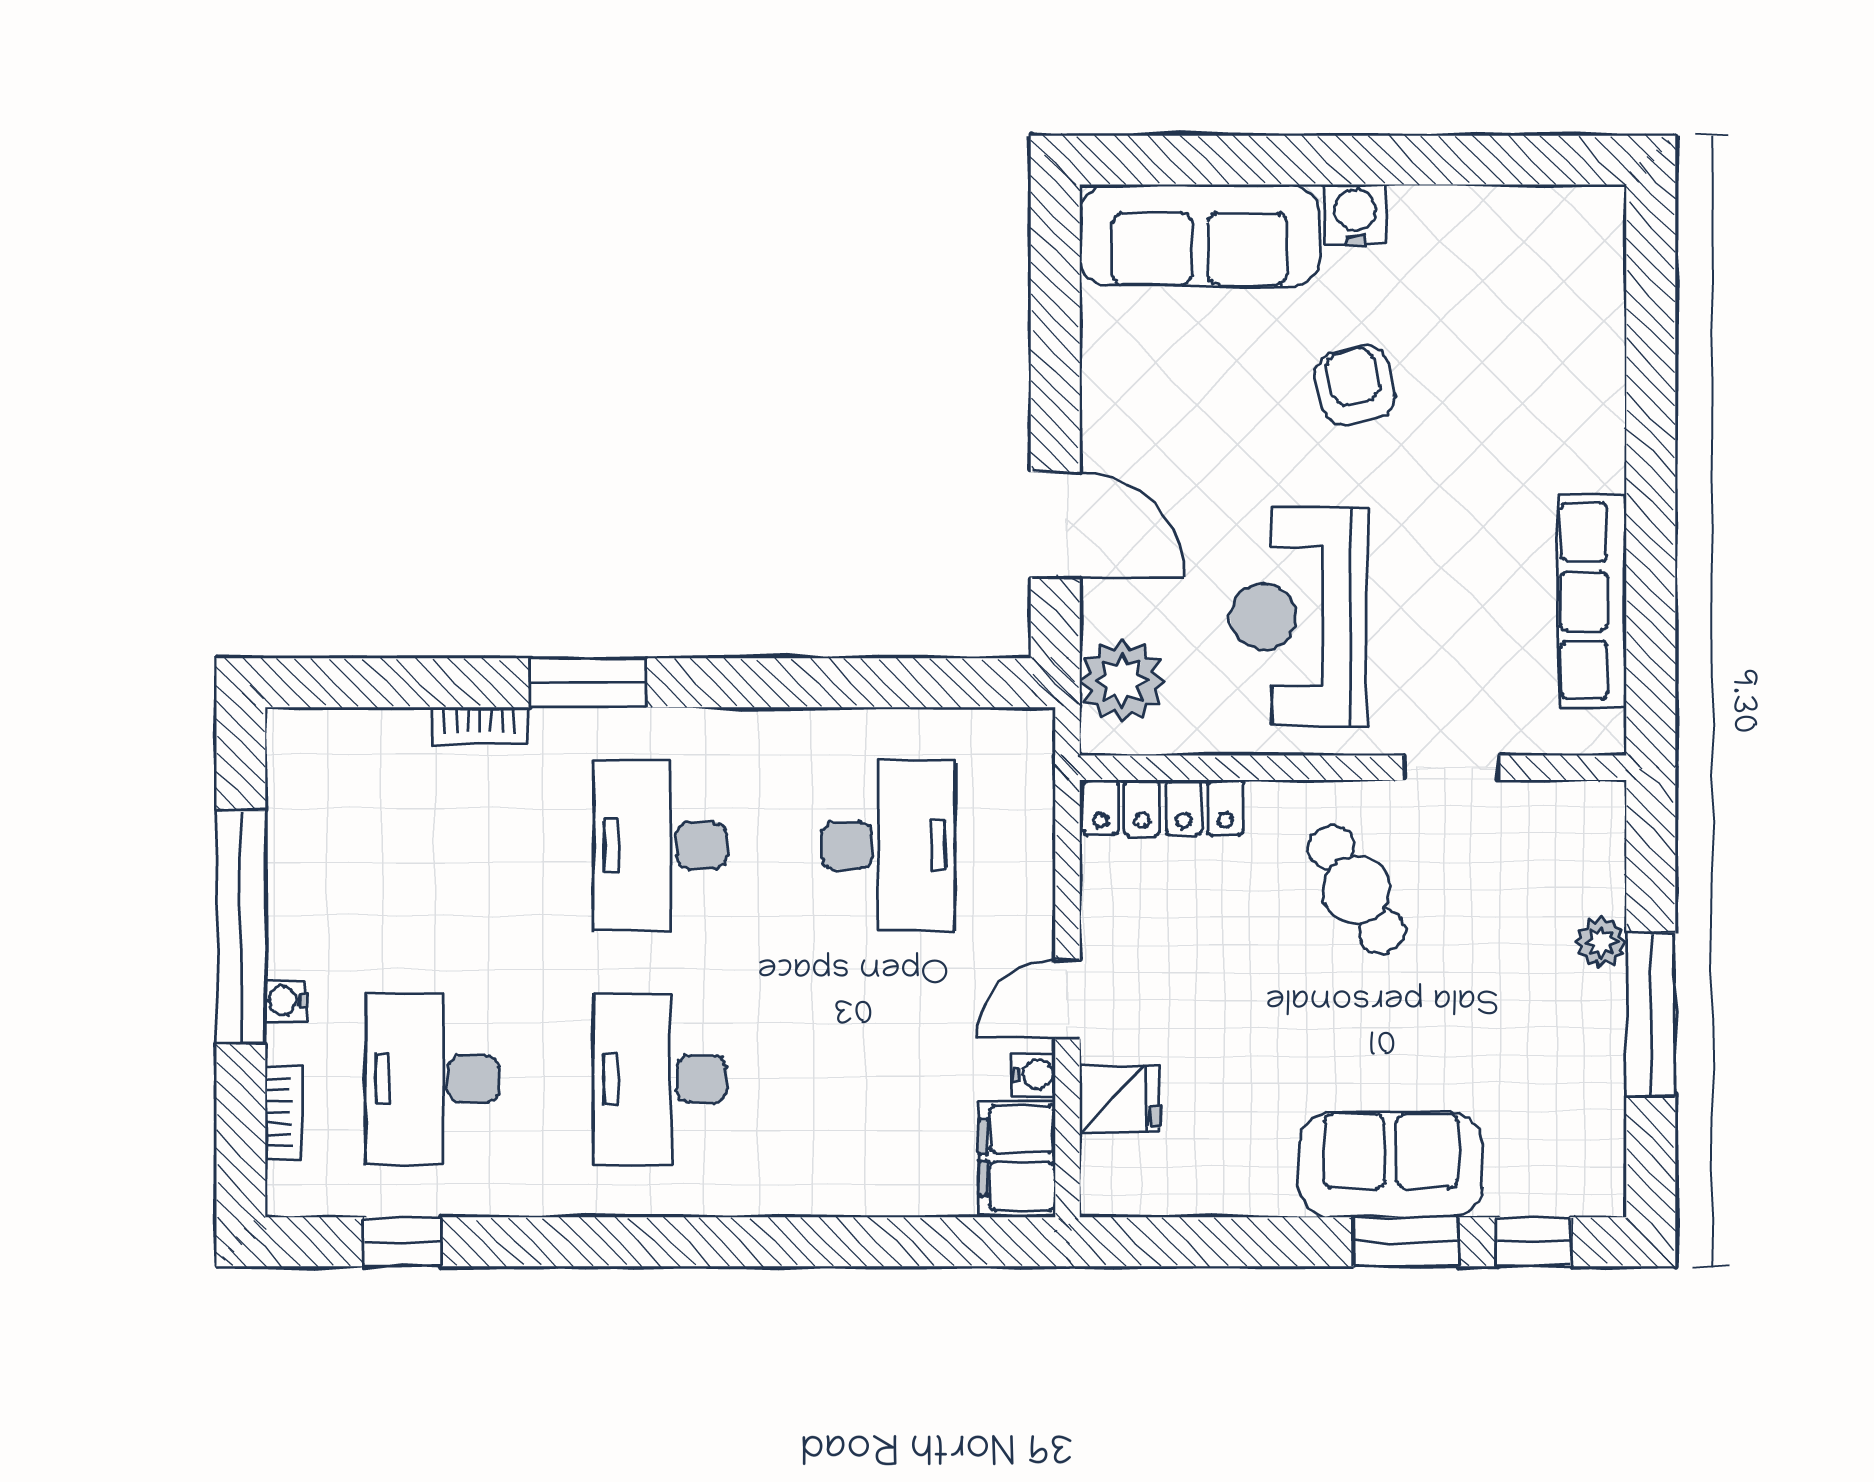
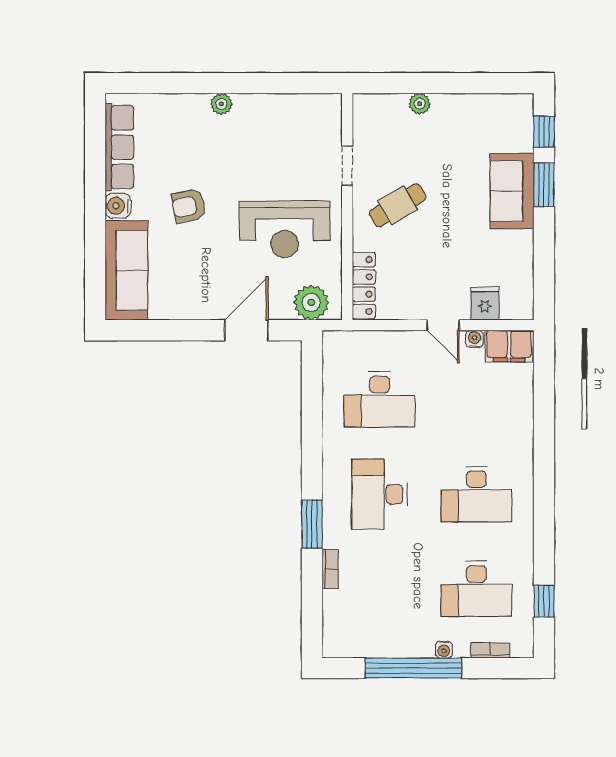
plant: (1601, 464) -> (221, 104), added
row of seats: (1592, 601) -> (119, 147), moved, turned -90
desk: (660, 846) -> (380, 494), turned 90
desk: (888, 846) -> (380, 399), turned 180
window: (1651, 1014) -> (450, 83), removed

